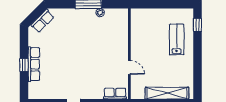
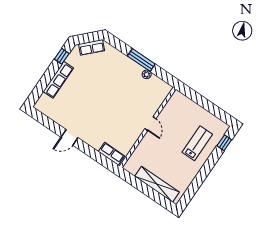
window: (24, 65) -> (62, 56), moved
door: (129, 67) -> (150, 124), moved

